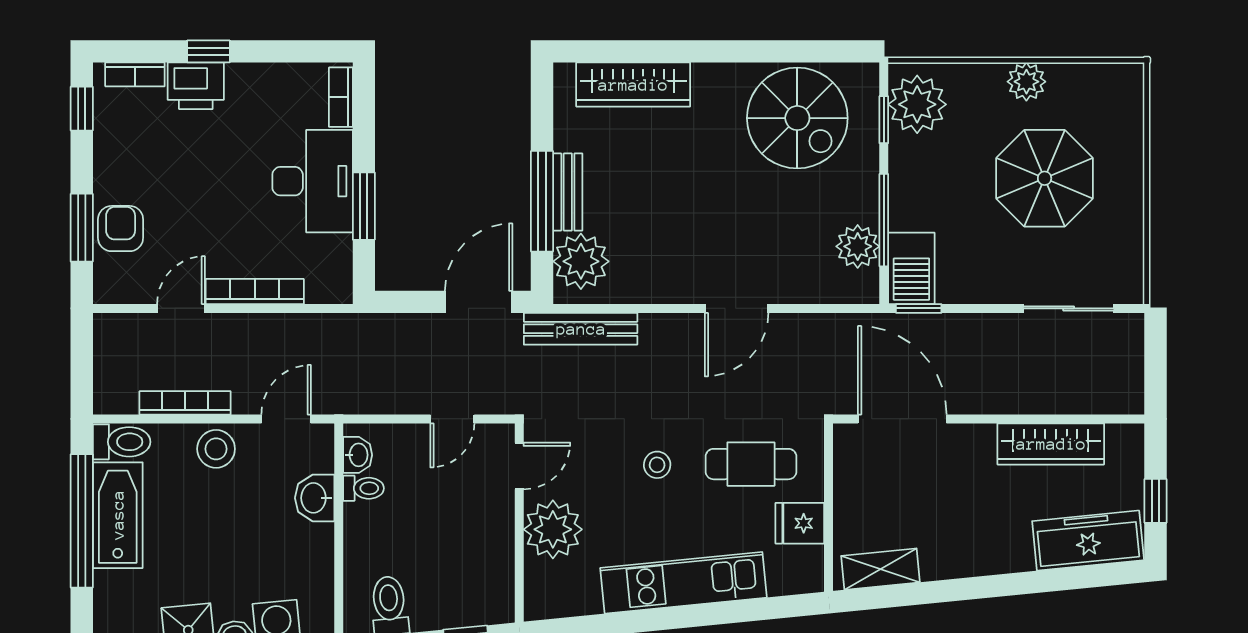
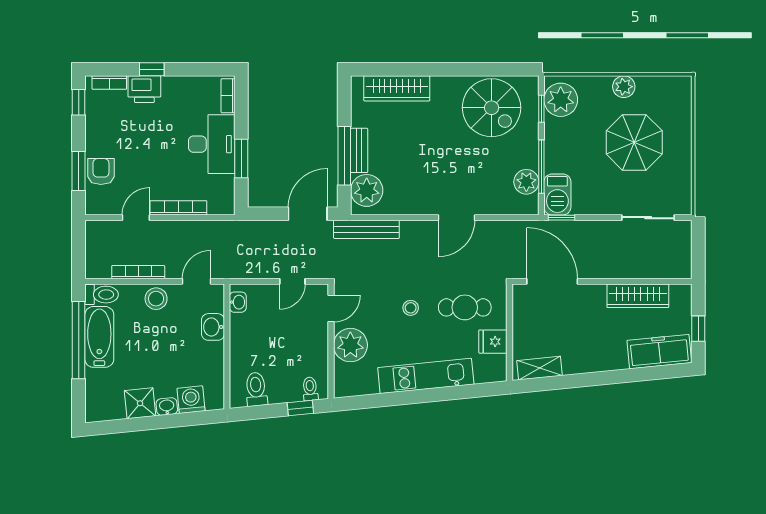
toilet: (364, 488) -> (310, 389), moved, turned -96

